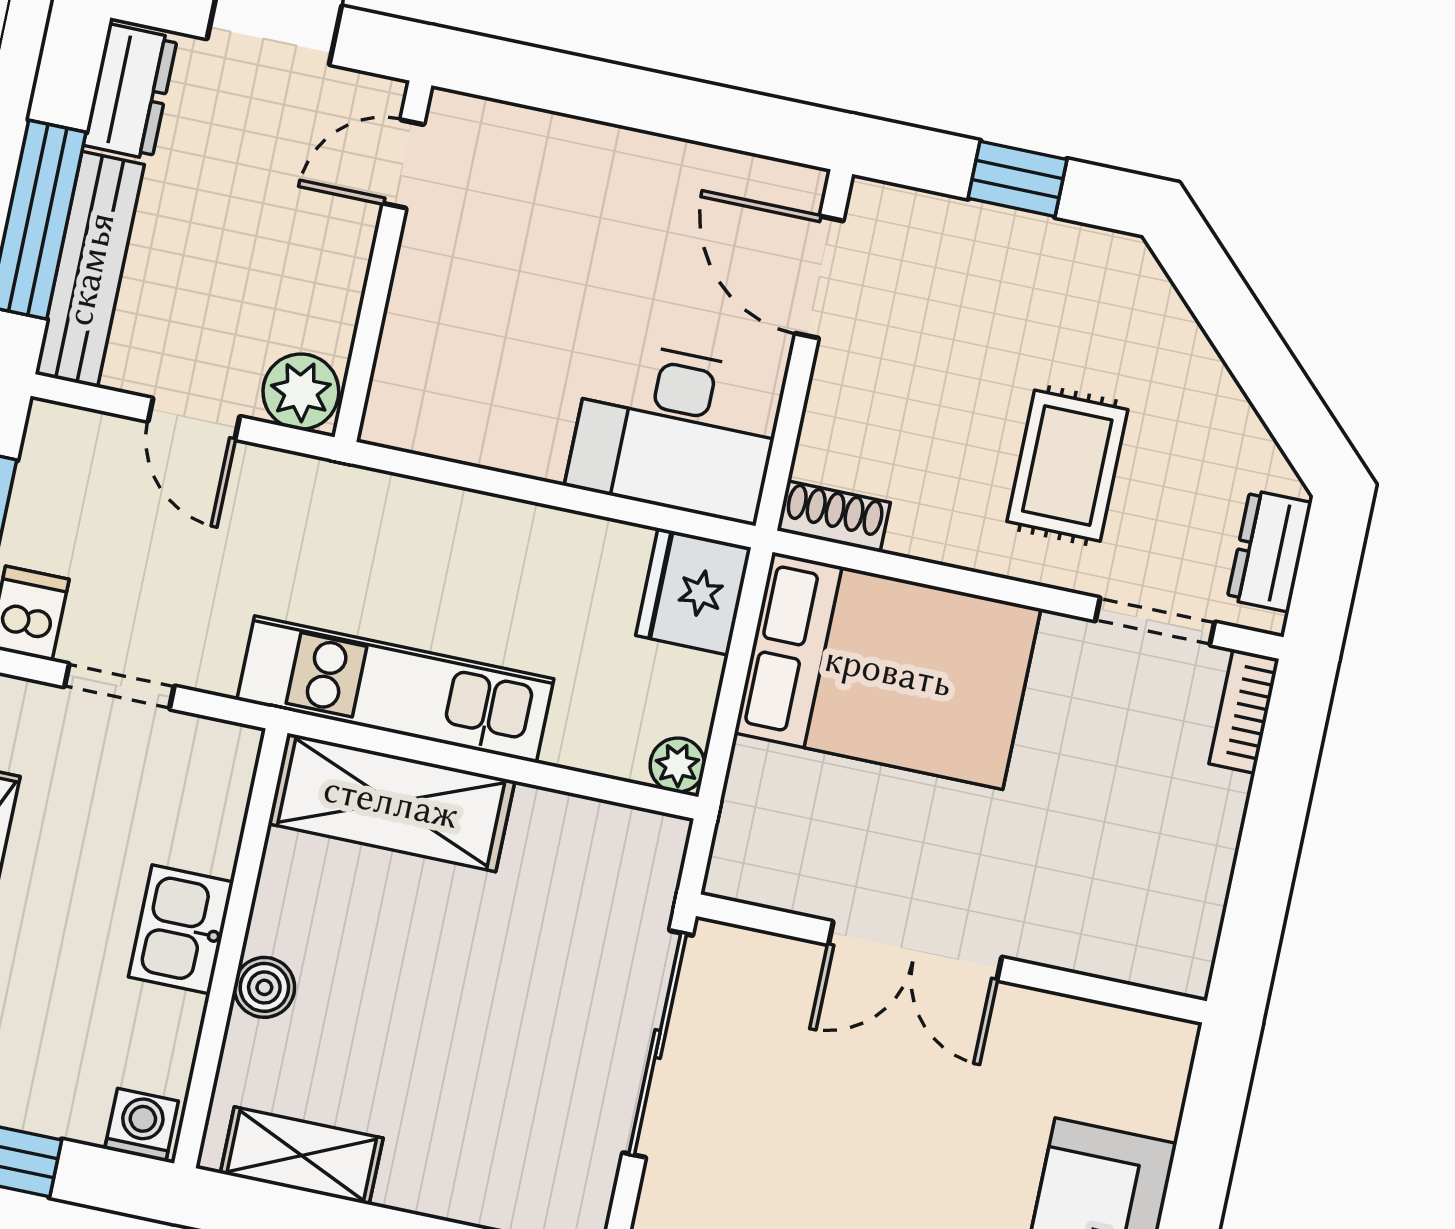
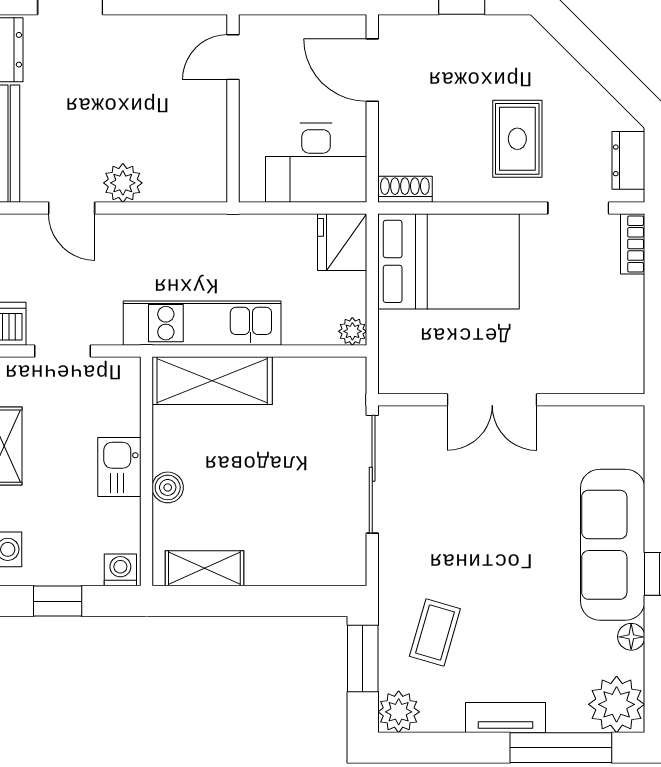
door: (403, 164) -> (233, 57), moved
wall: (383, 261) -> (233, 108), moved

